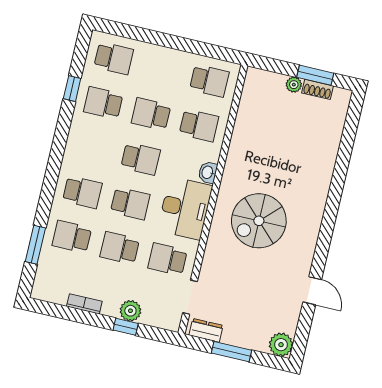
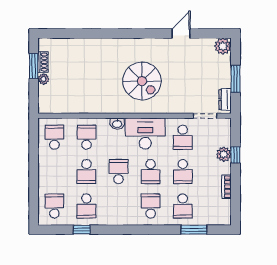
school desk: (130, 203) -> (151, 172), turned 180

